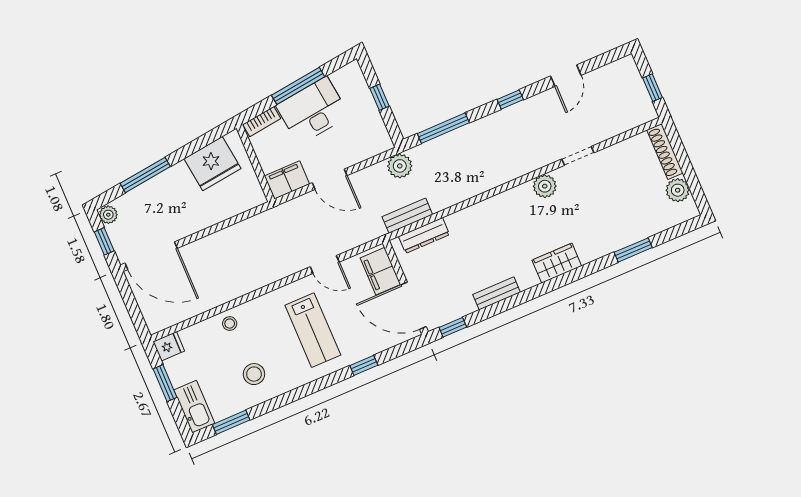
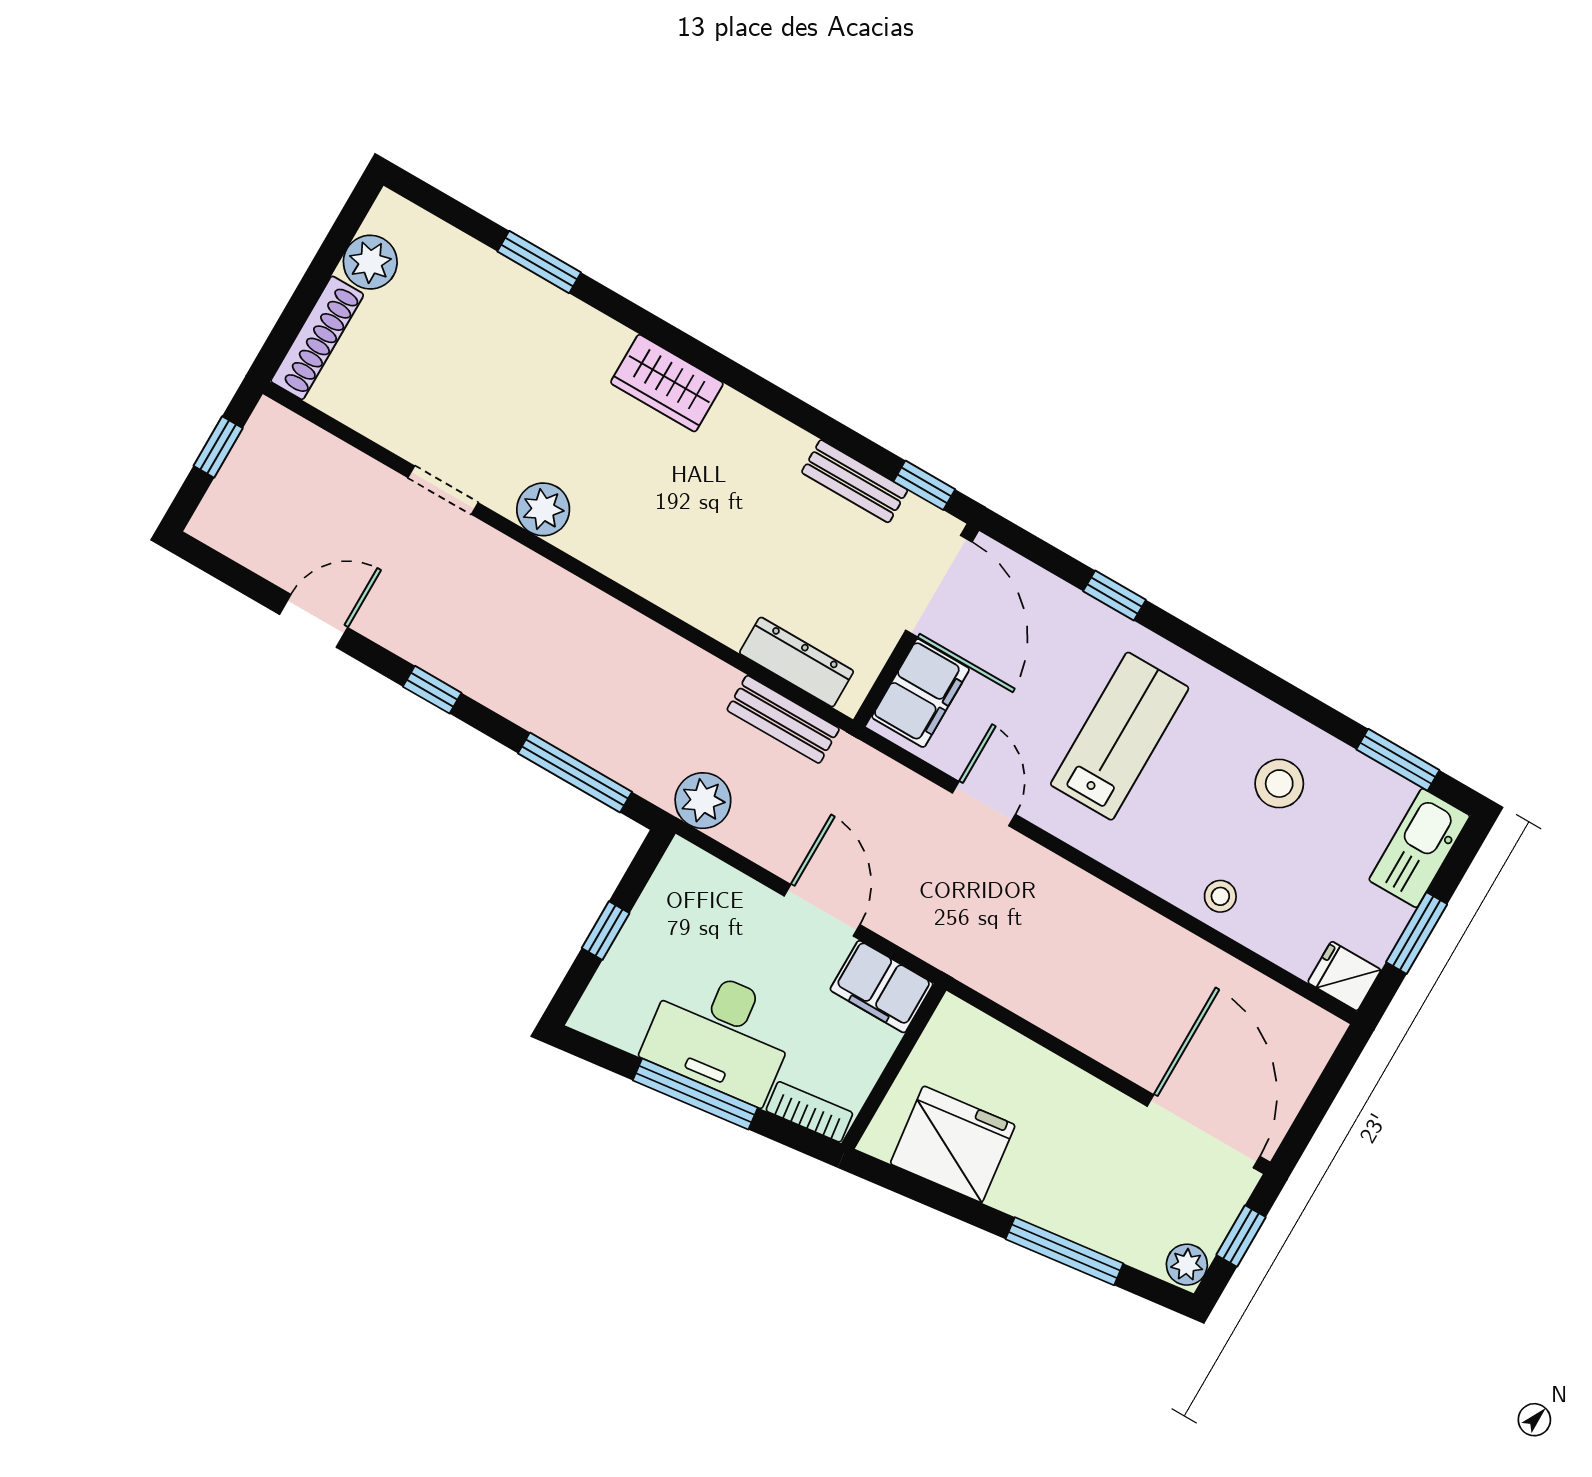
bench: (497, 293) -> (855, 481), moved

